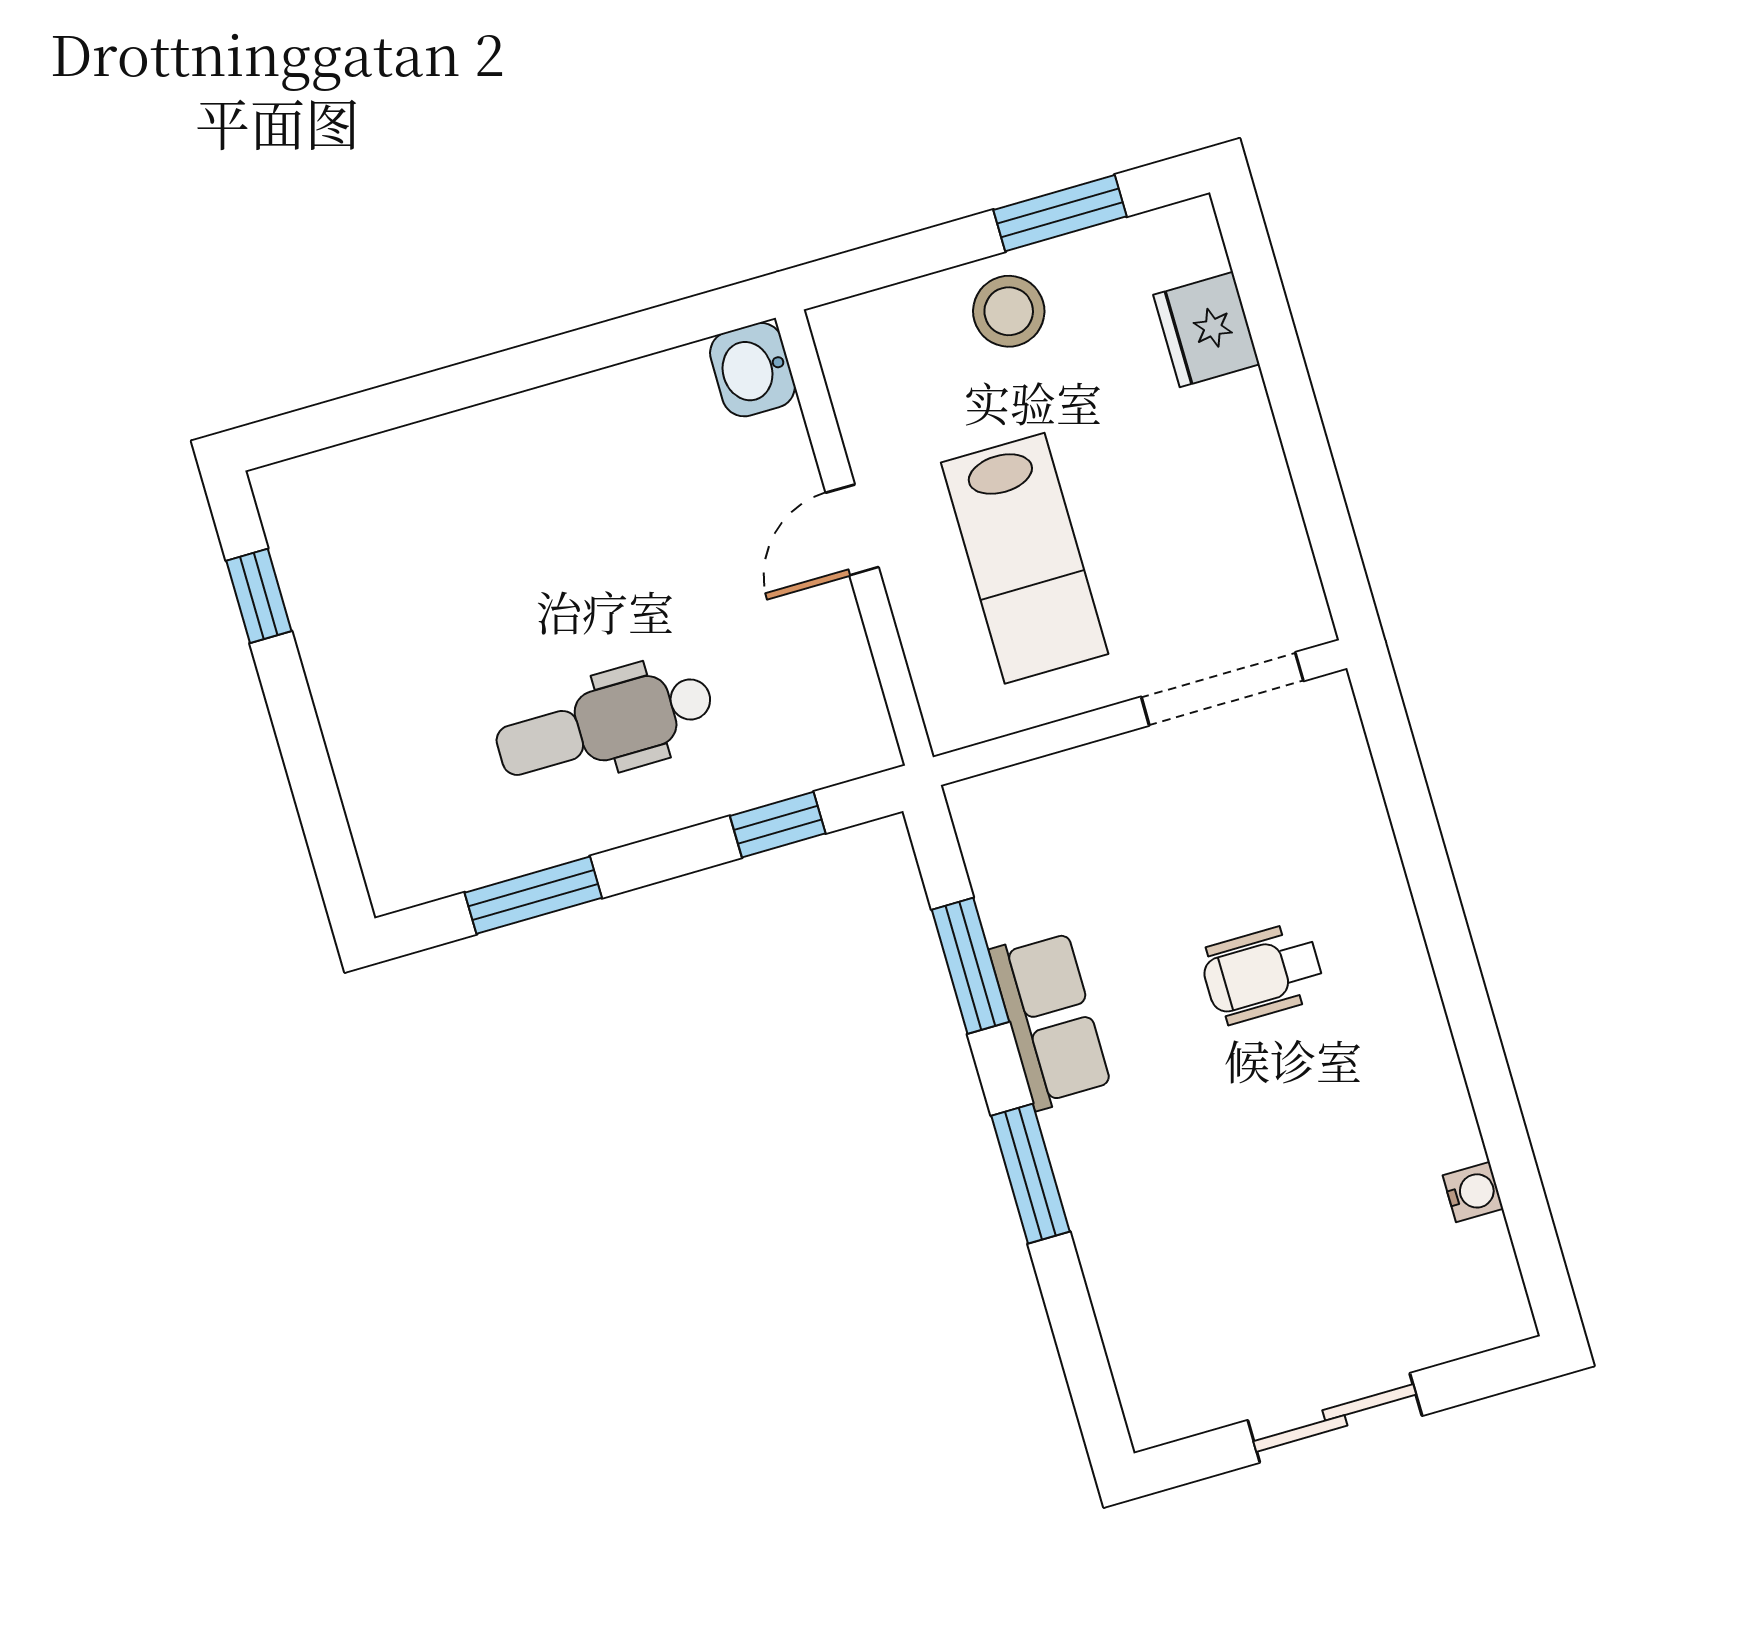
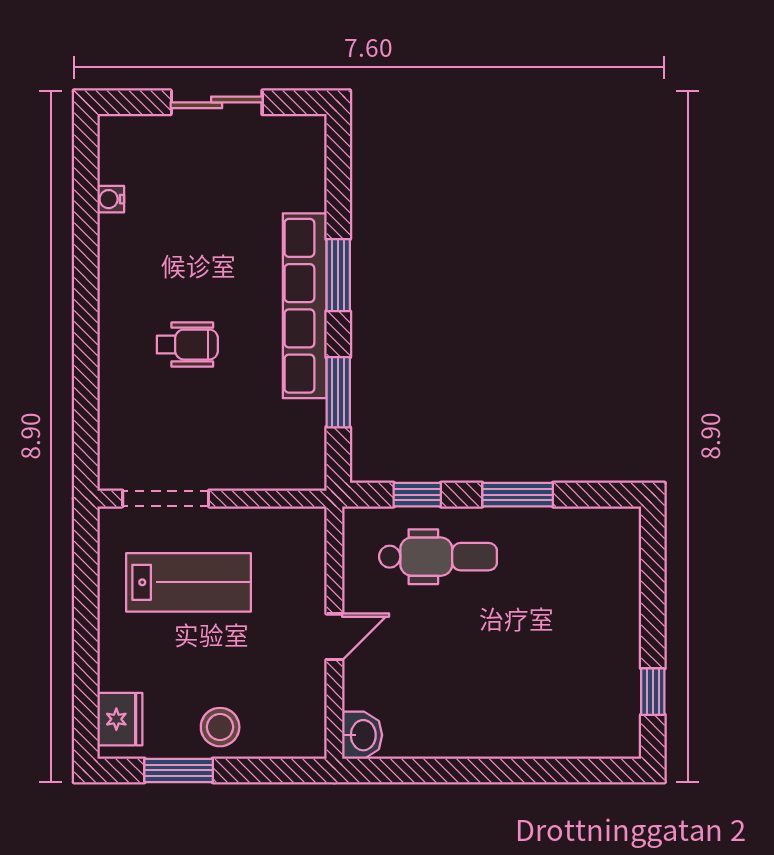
fridge: (1206, 330) -> (120, 719), moved
lab bench: (1025, 558) -> (188, 582), moved, turned 90
dental chair: (605, 724) -> (438, 557), moved
window: (533, 895) -> (518, 495), moved
row of seats: (1050, 1019) -> (305, 306), width x2.02

